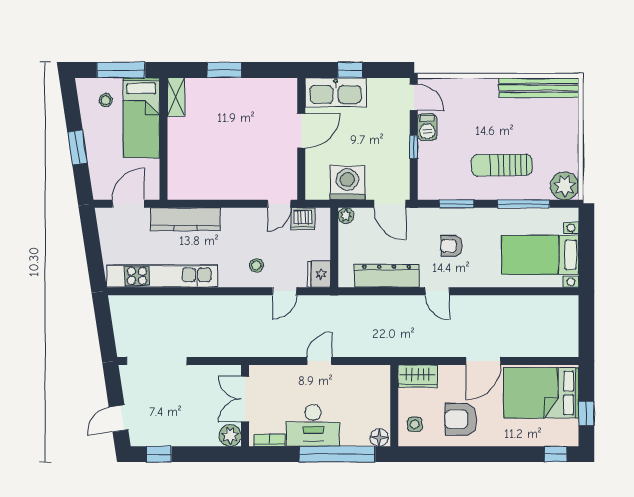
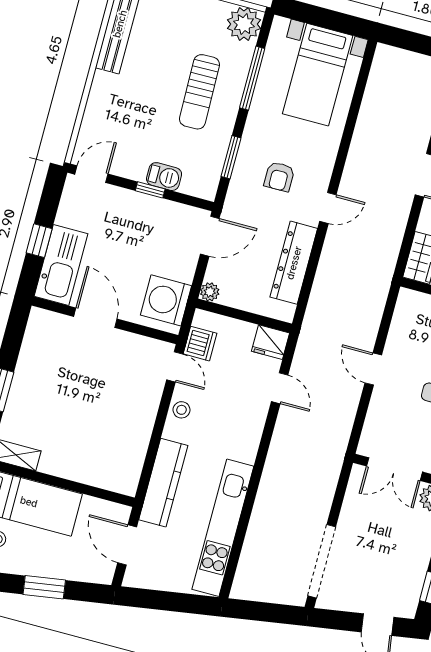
barbecue: (427, 127) -> (164, 177), moved
washing machine: (347, 183) -> (166, 300), moved
stool: (256, 265) -> (182, 410), moved

